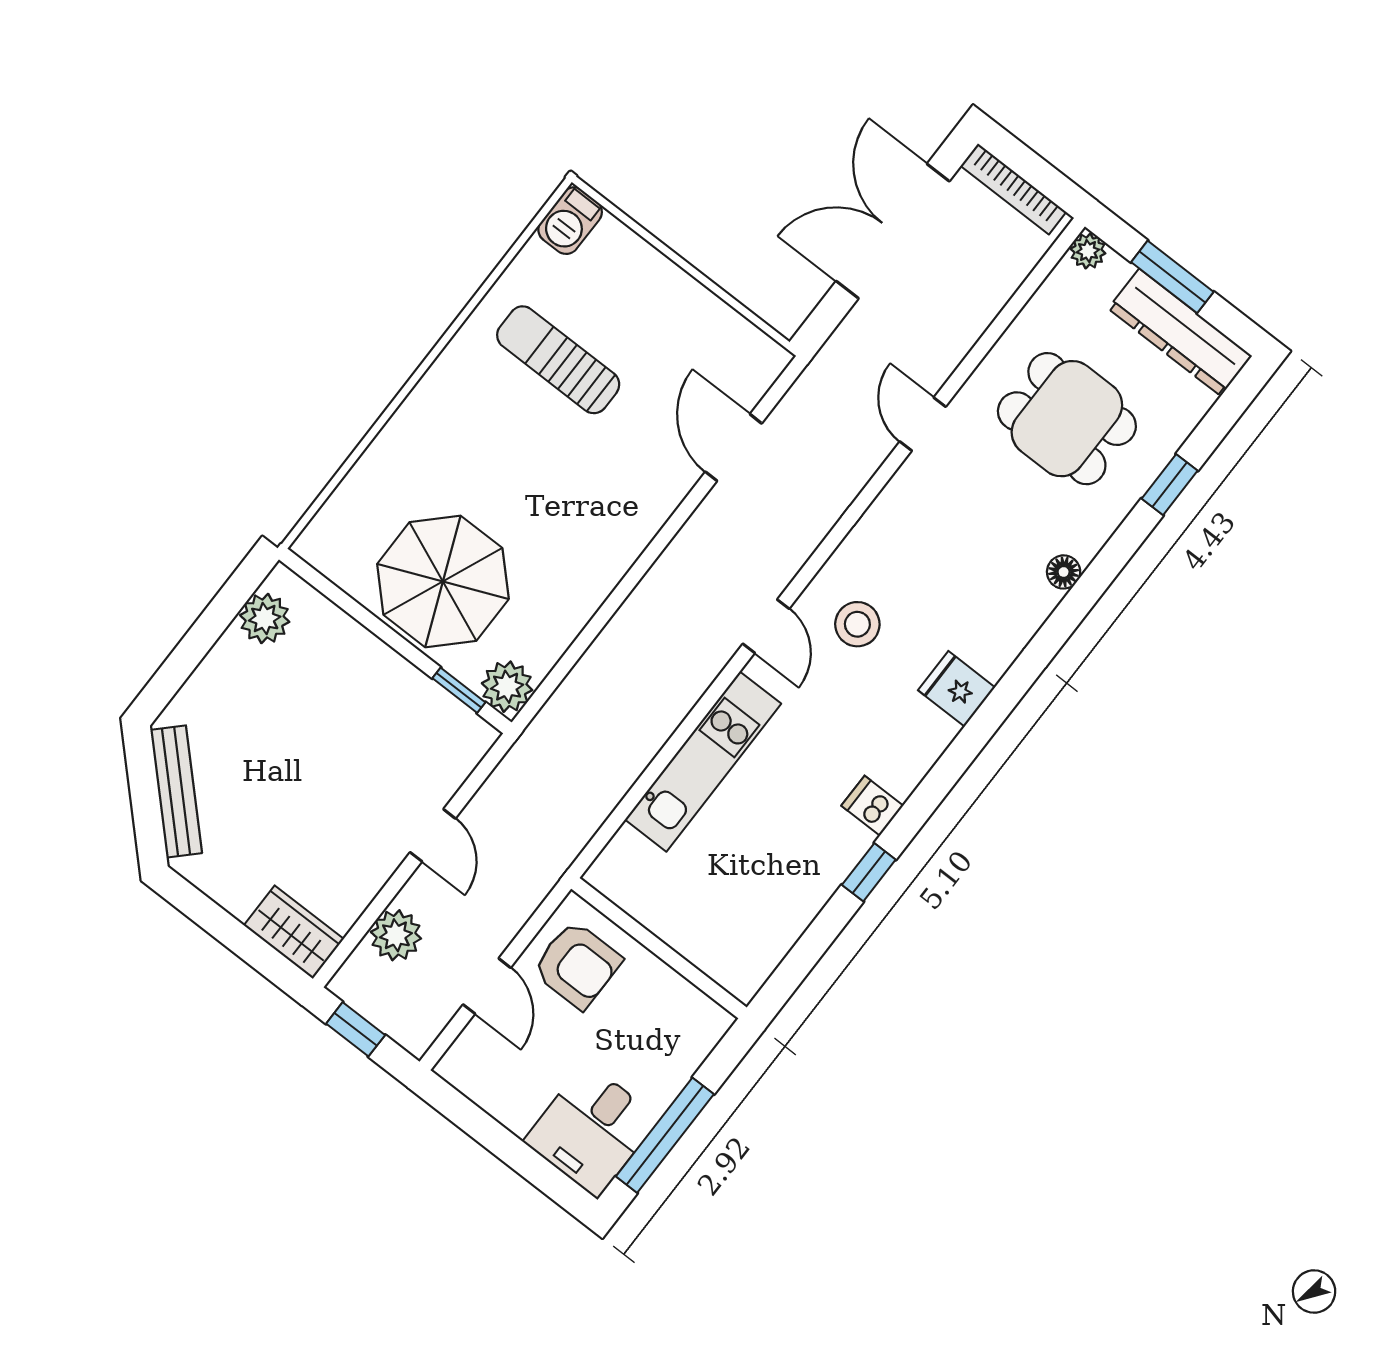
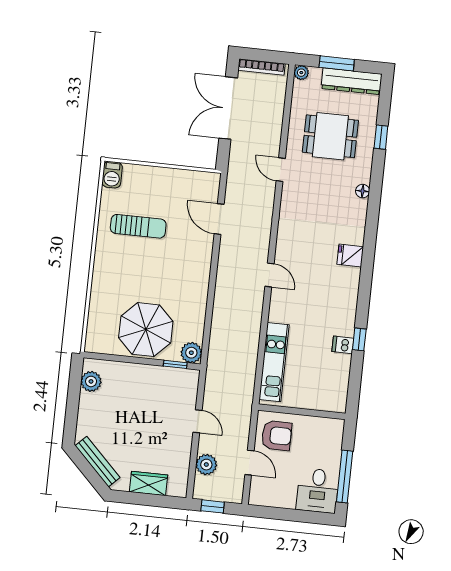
sun lounger: (558, 360) -> (138, 226), turned 180
stool: (857, 624) -> (301, 254), removed
kitchen unit: (703, 762) -> (274, 362), moved
dishwasher: (872, 806) -> (343, 345), moved
wardrobe: (294, 932) -> (149, 483), moved

